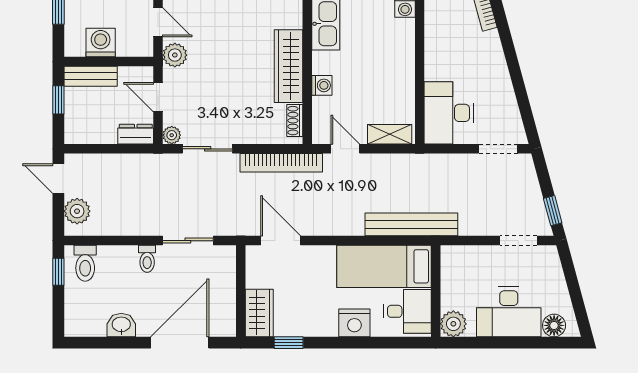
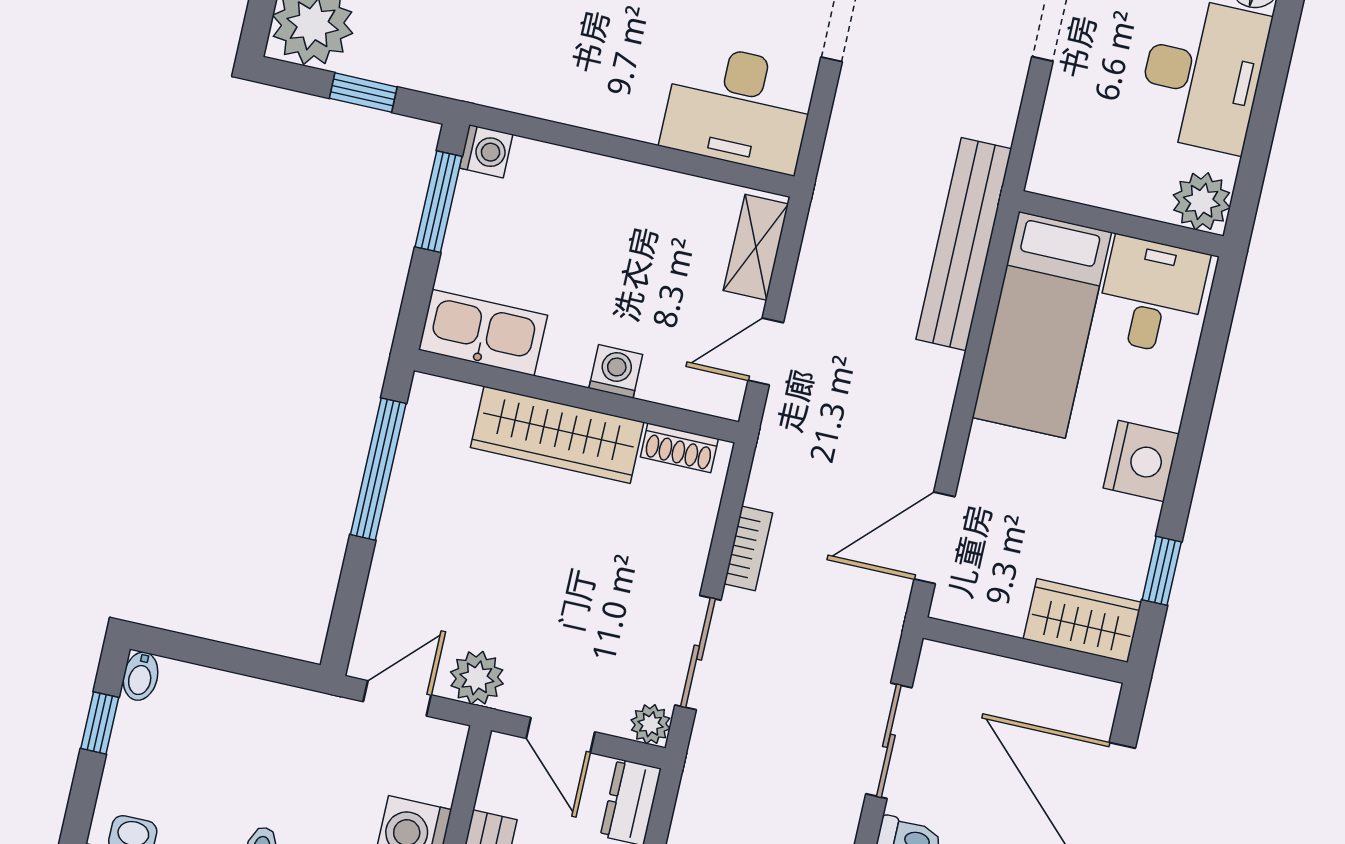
door: (158, 97) -> (561, 735), hinge flipped
bookcase: (281, 163) -> (748, 548), width x0.43, depth x0.76
nightstand: (354, 323) -> (1141, 461), moved

